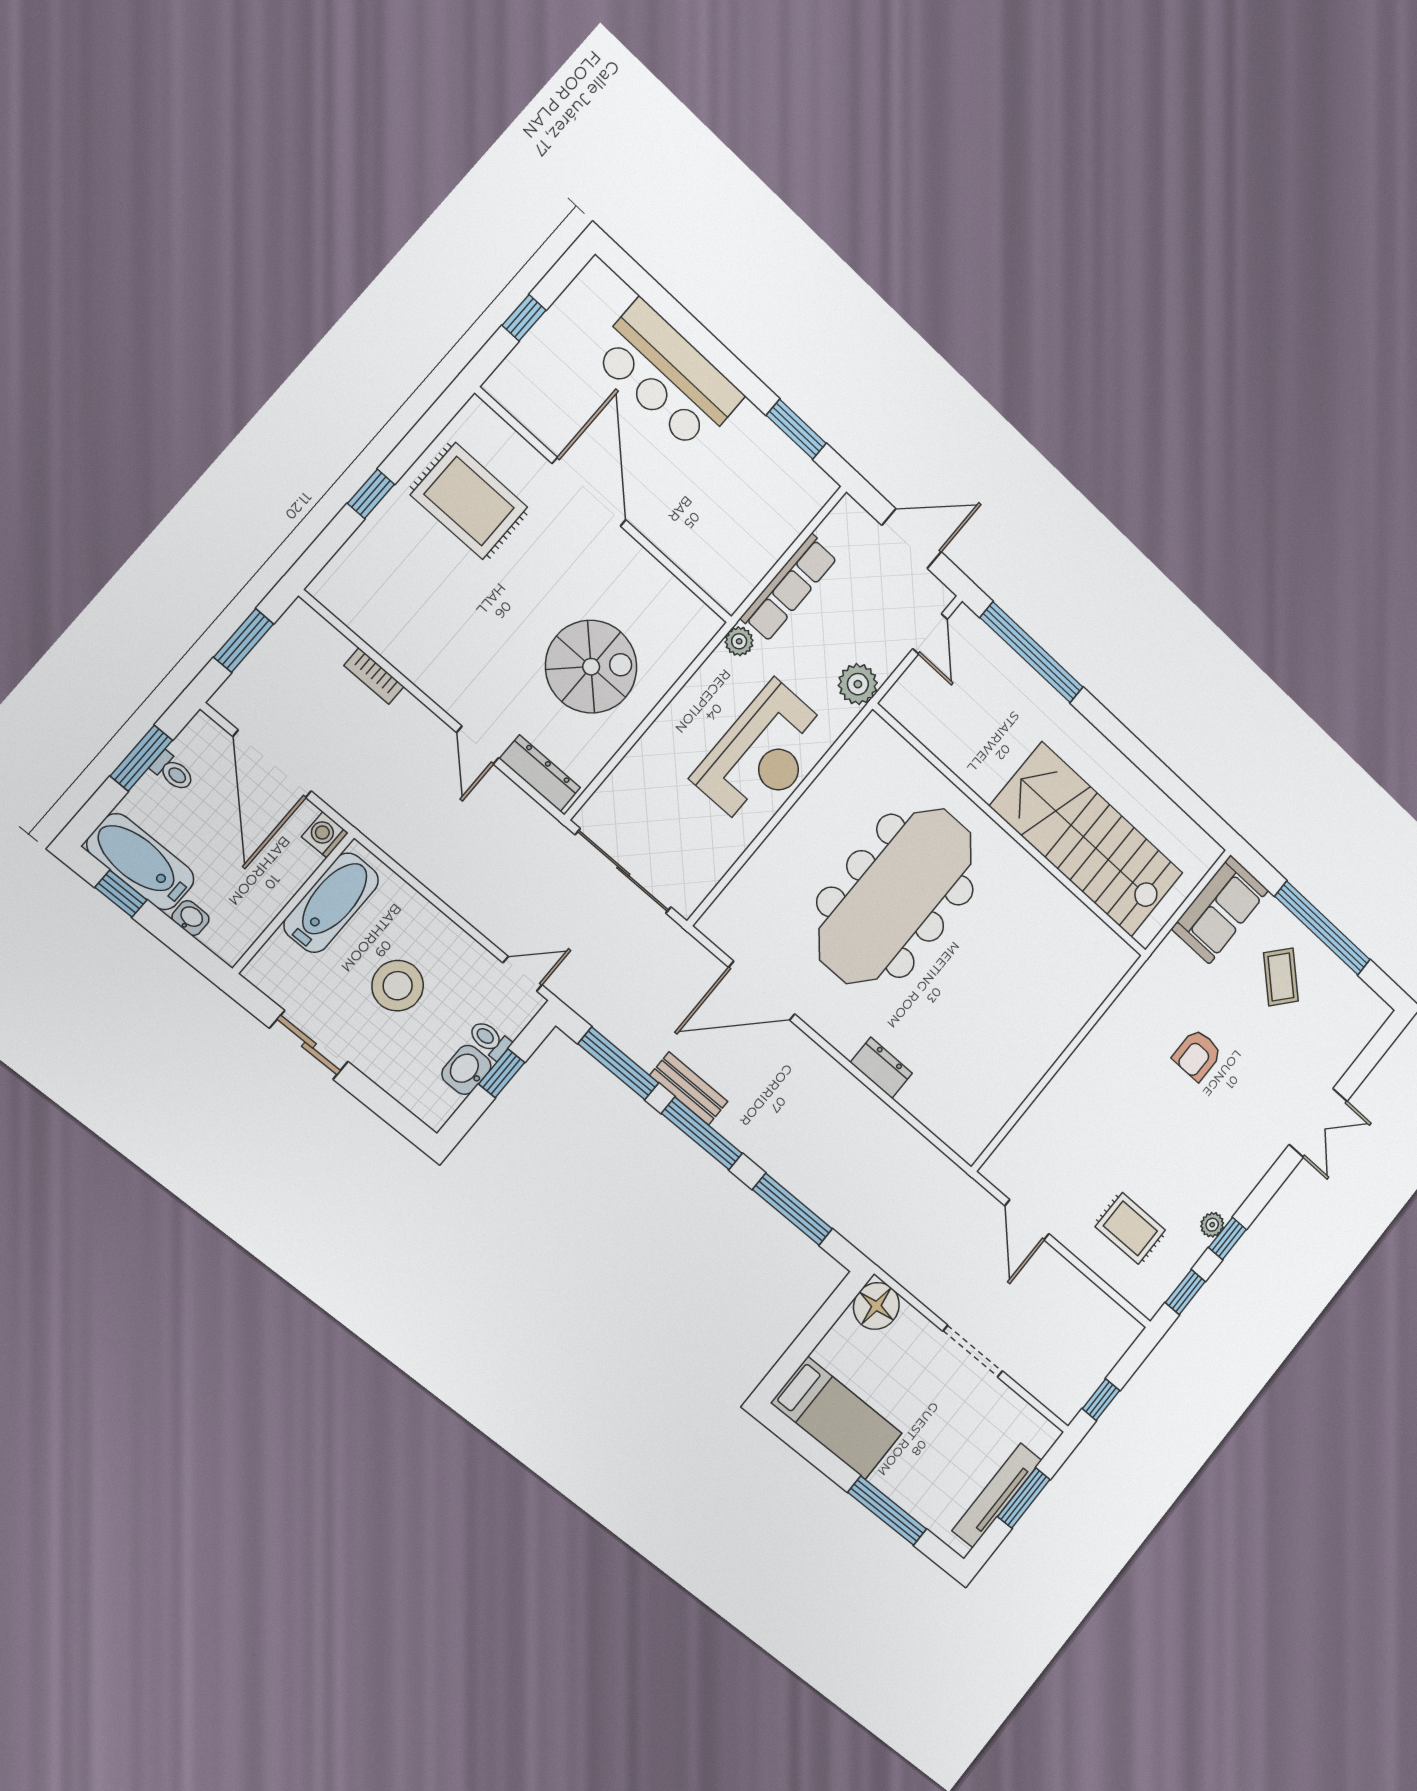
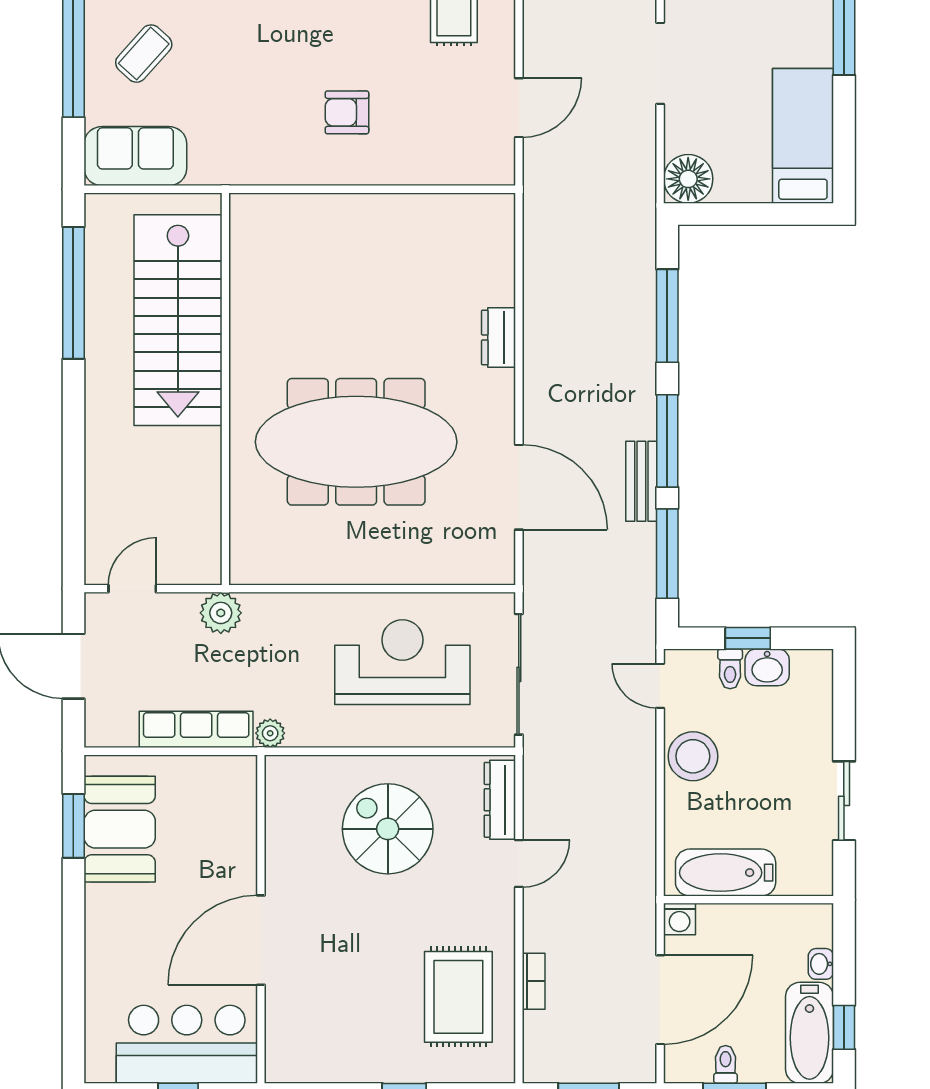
bar counter: (668, 376) -> (187, 1044), moved, turned -90
booth: (764, 462) -> (120, 829), added
rug: (469, 501) -> (458, 997), moved
window: (1032, 652) -> (73, 293), moved
reception desk: (762, 755) -> (402, 662), moved
stool: (398, 986) -> (693, 756), moved
armchair: (1197, 1055) -> (347, 112), moved, turned 180

